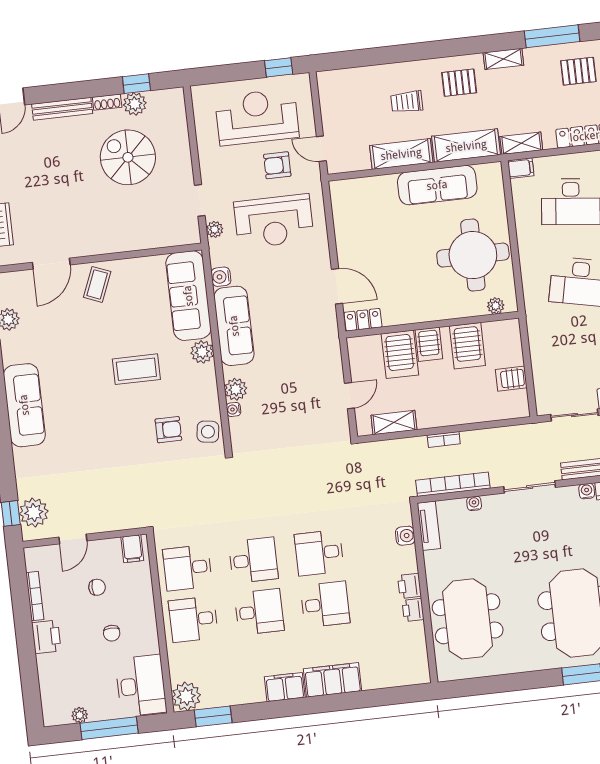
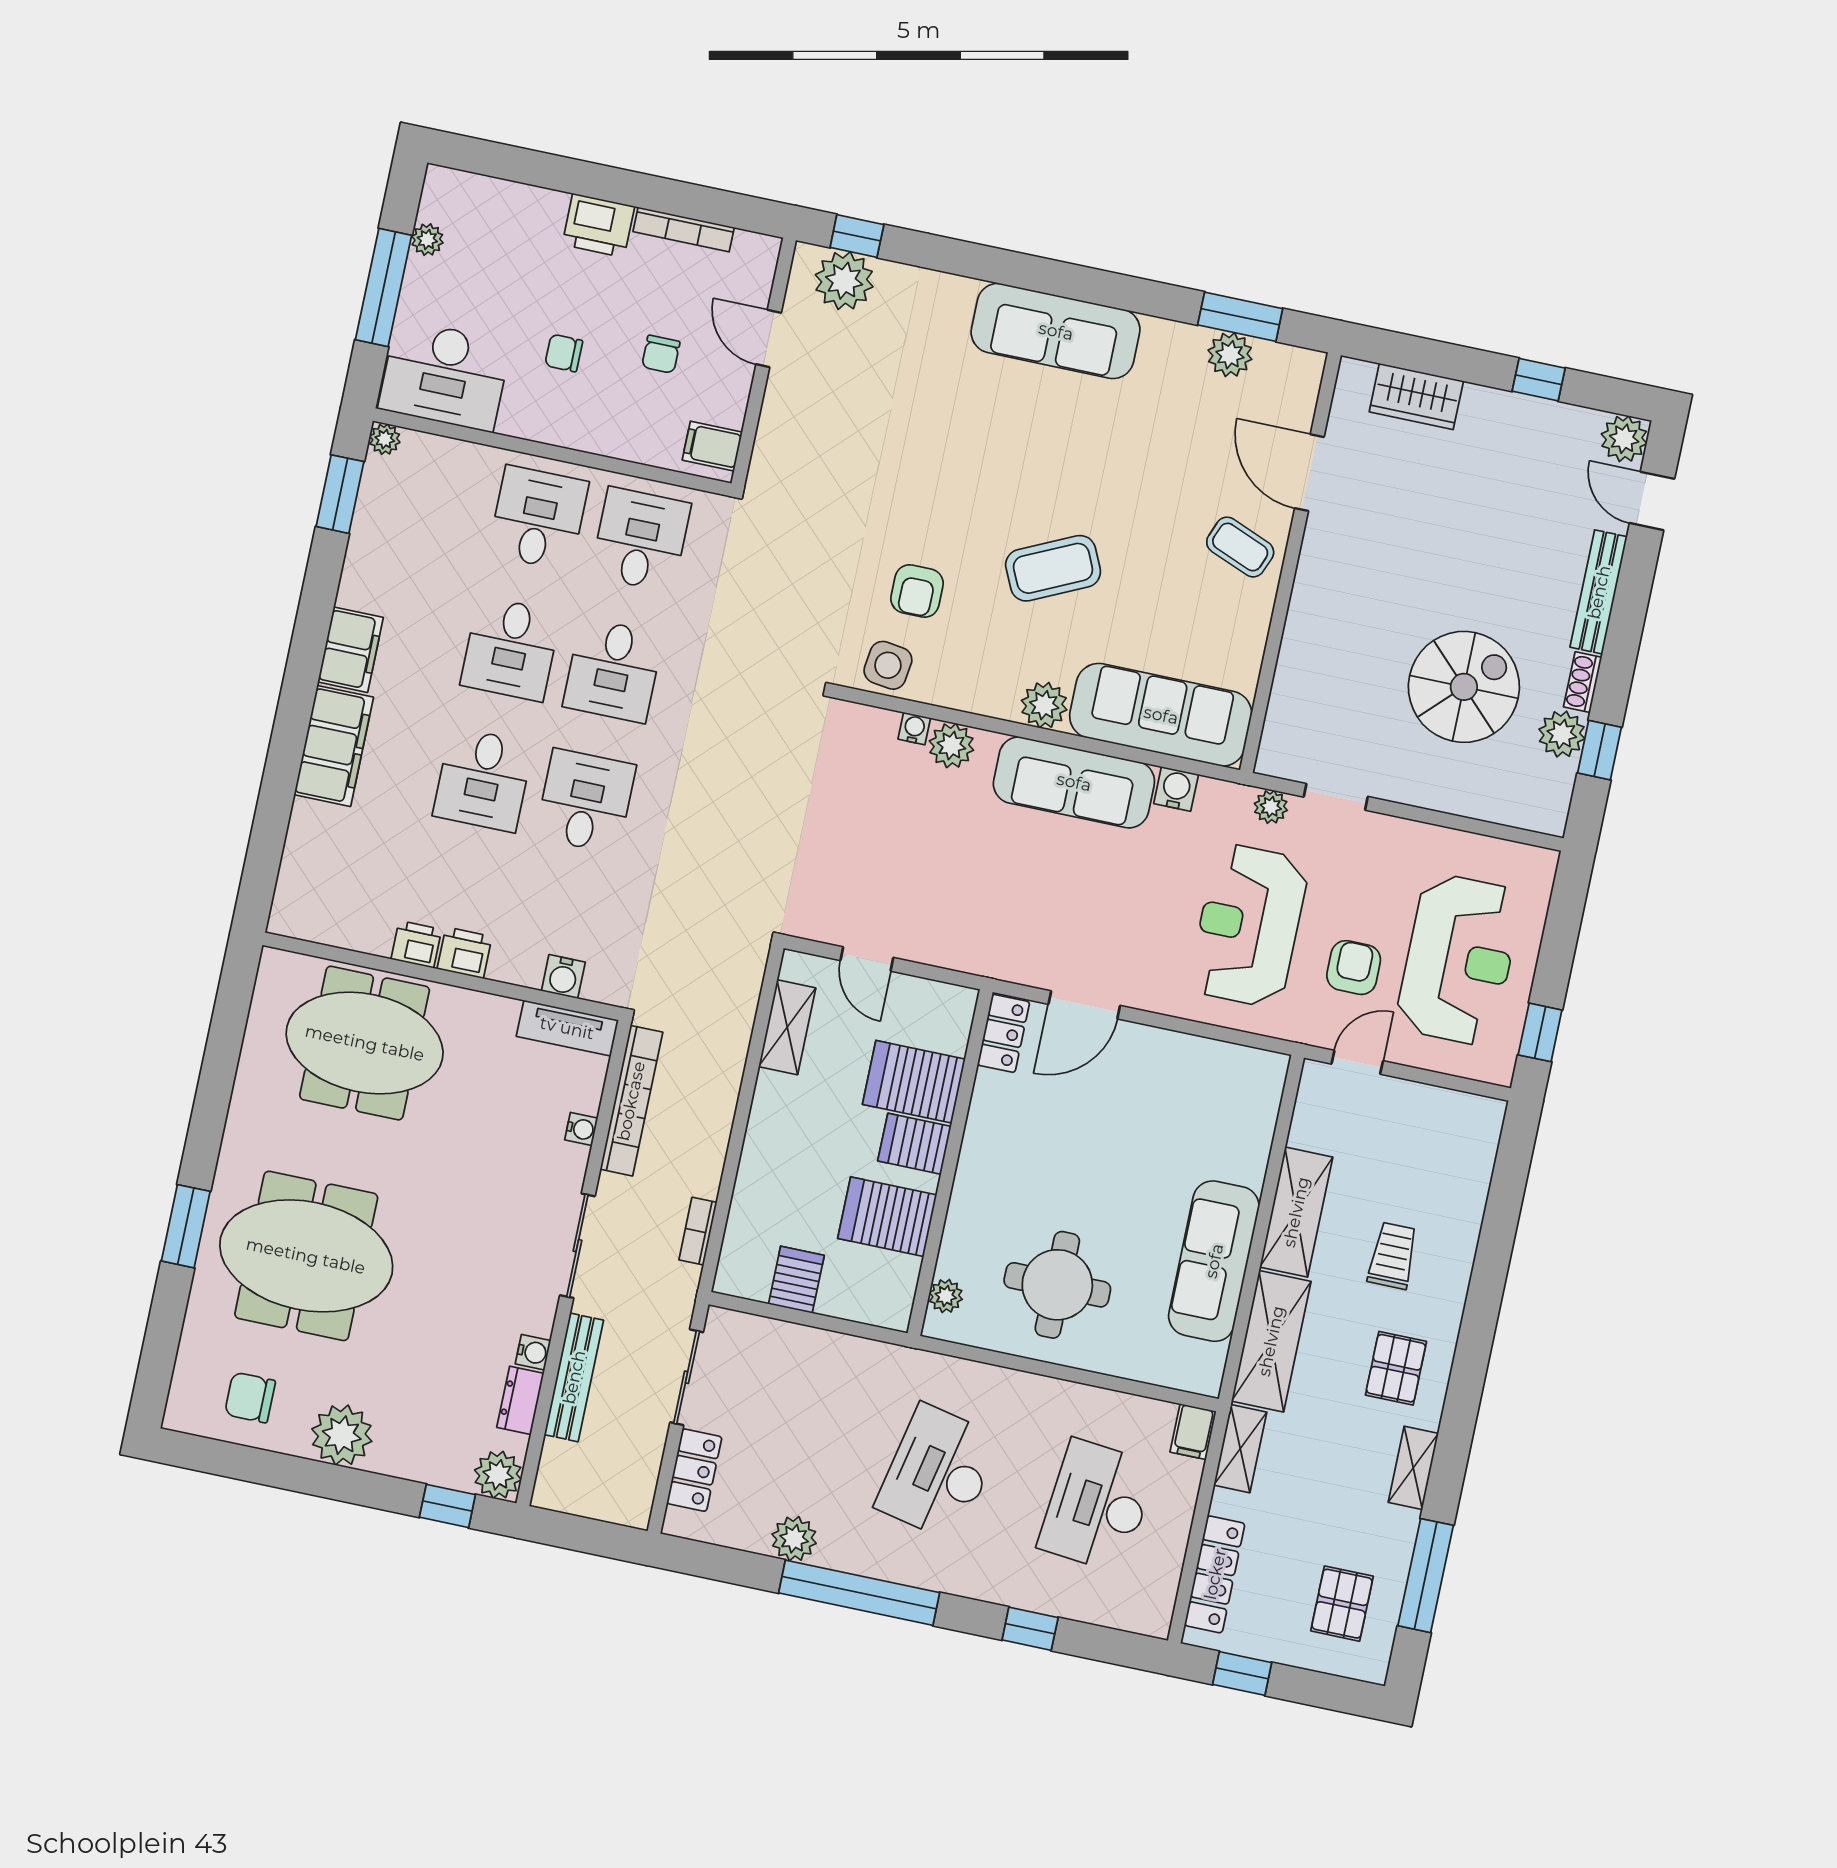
round table: (473, 255) -> (1057, 1285), width x0.73, depth x0.73
coffee table: (136, 369) -> (1053, 568), turned 65
bookcase: (444, 439) -> (698, 1231), moved
plant: (186, 696) -> (385, 439), width x0.53, depth x0.53

